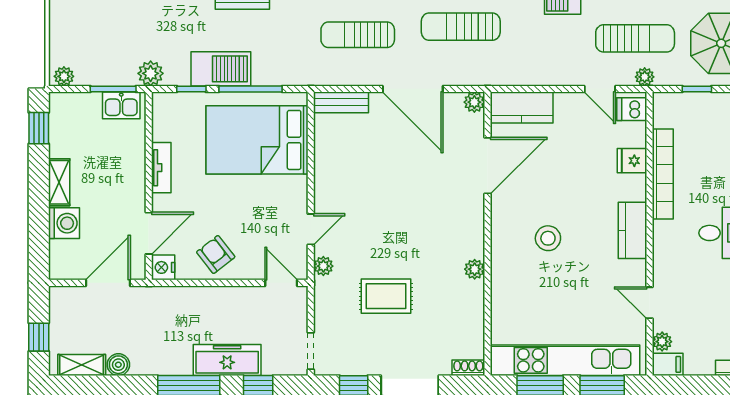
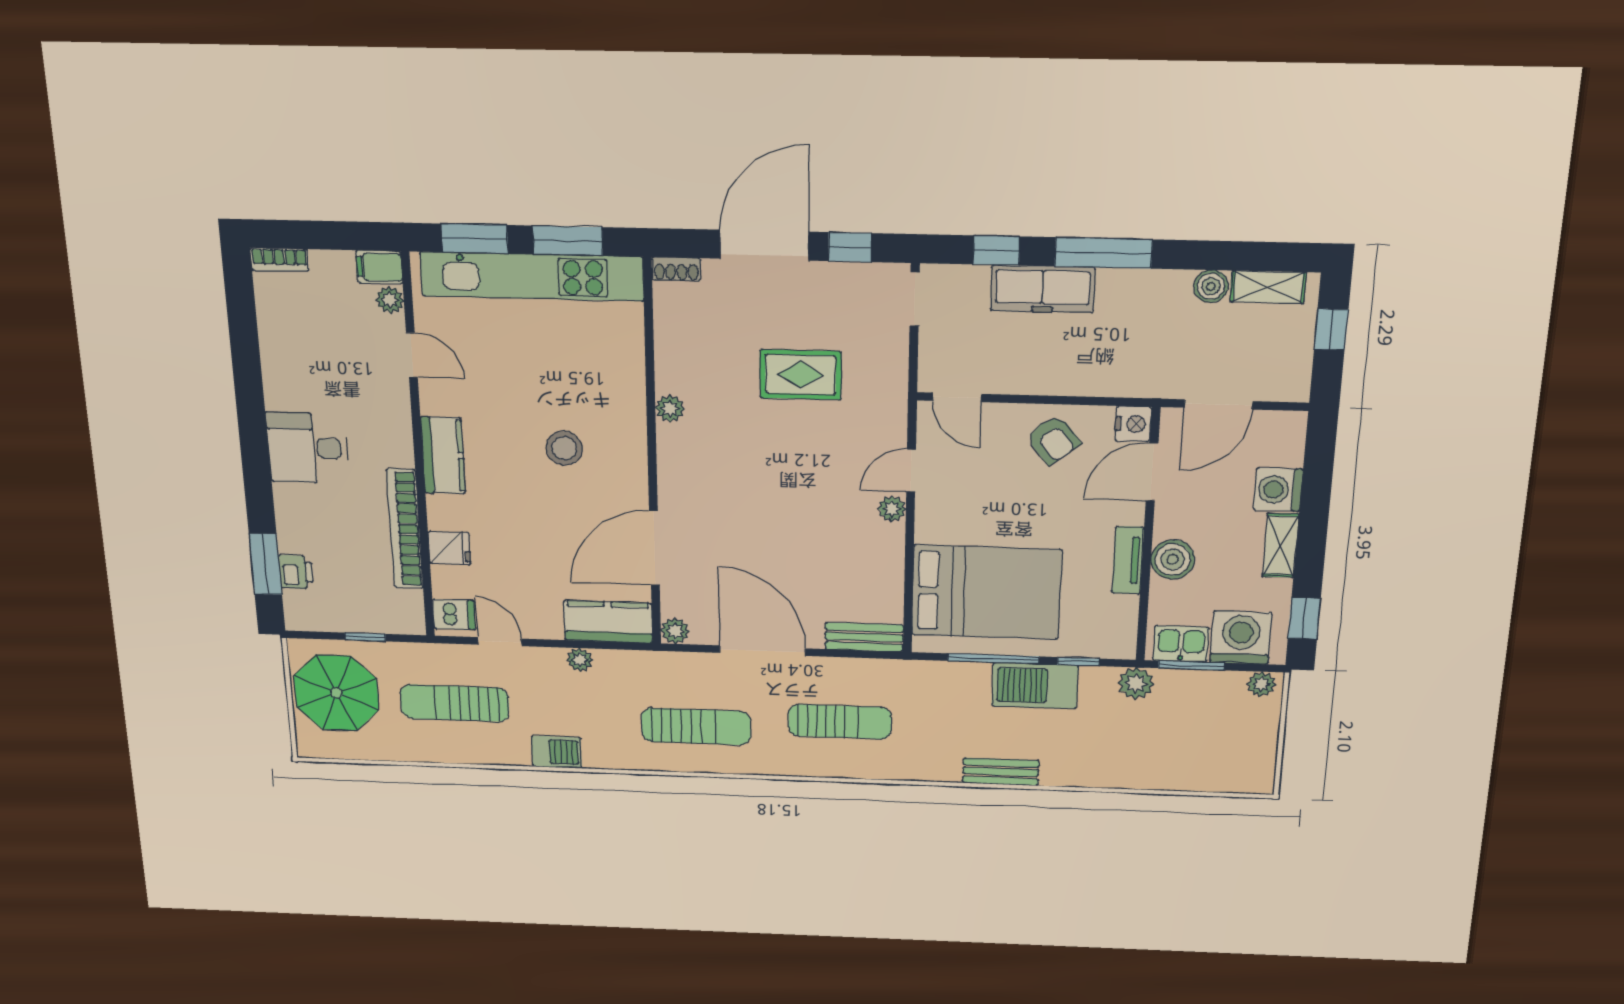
plant: (645, 77) -> (580, 660), moved
washing machine: (81, 112) -> (1241, 638), added
boiler: (131, 169) -> (1173, 559), added
plant: (323, 266) -> (892, 509), moved

